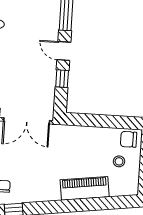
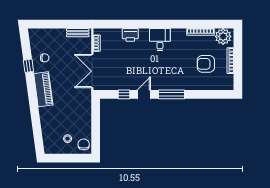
piano: (85, 188) -> (43, 89), moved

